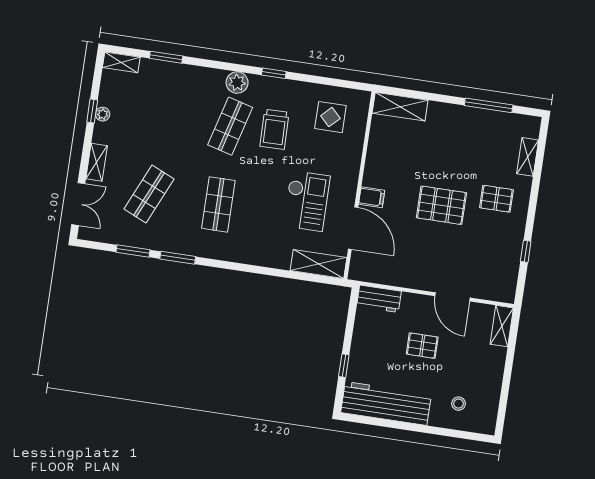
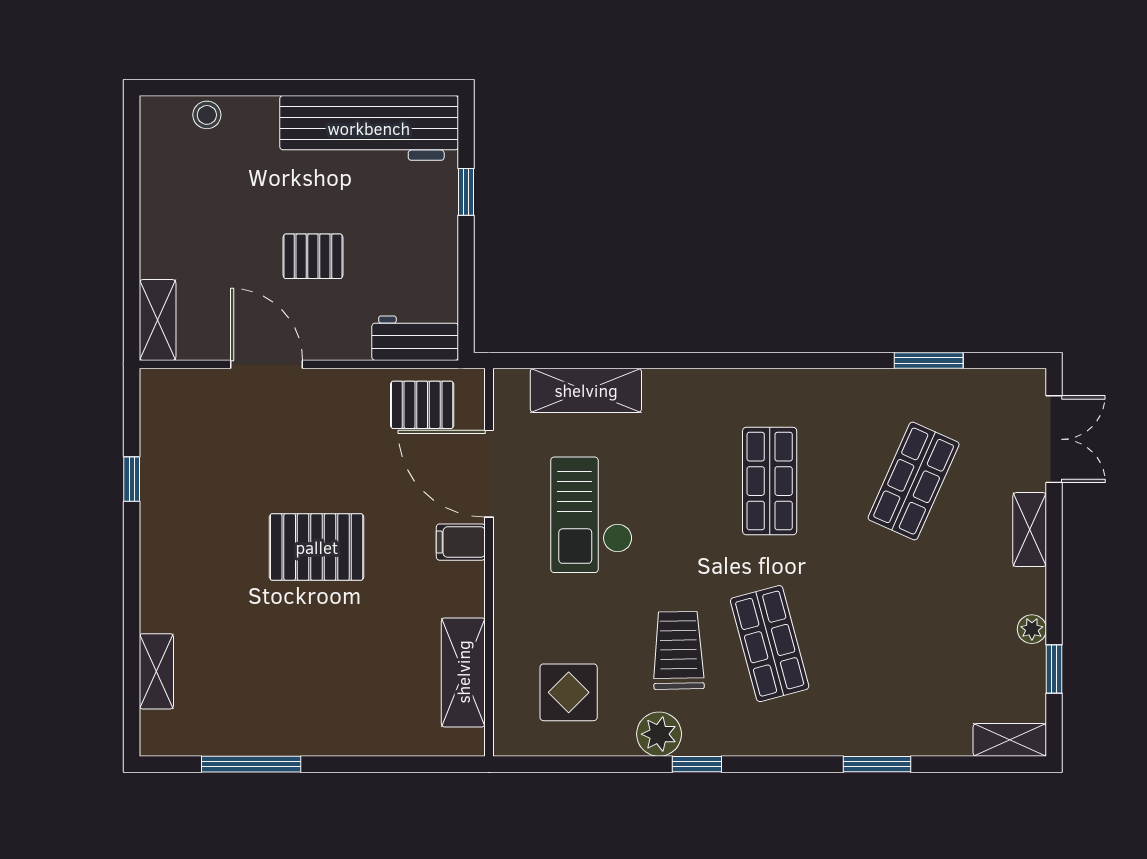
window: (166, 57) -> (877, 764), moved
plant: (237, 83) -> (659, 734), moved
shelving: (400, 107) -> (463, 672), moved, turned 90
window: (92, 111) -> (1054, 669), moved
shop shelf: (230, 126) -> (770, 644), turned -30
pallet: (496, 199) -> (422, 405), moved
double door: (78, 204) -> (1054, 439), swing flipped
window: (178, 258) -> (836, 361), removed
shelving: (318, 264) -> (586, 390), moved
stool: (459, 404) -> (207, 115), moved

